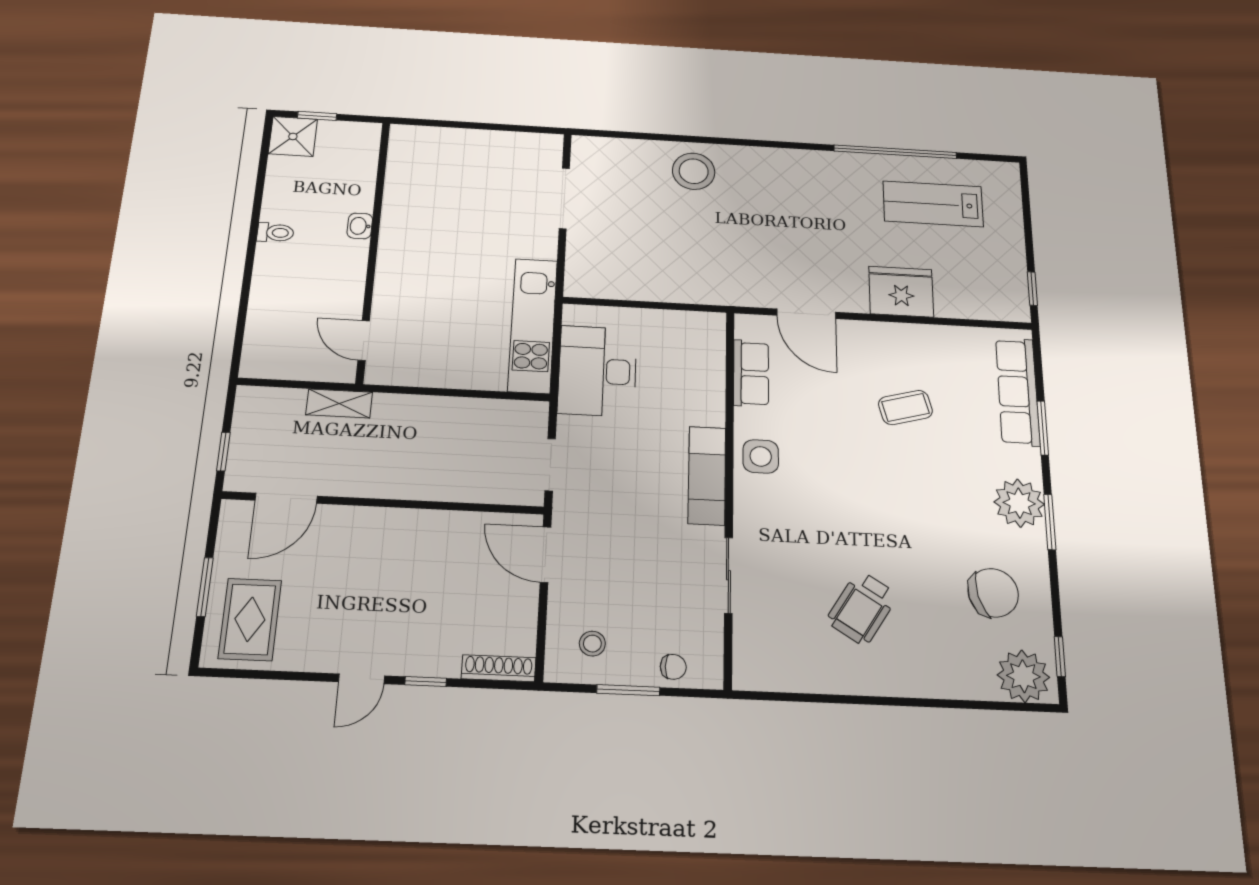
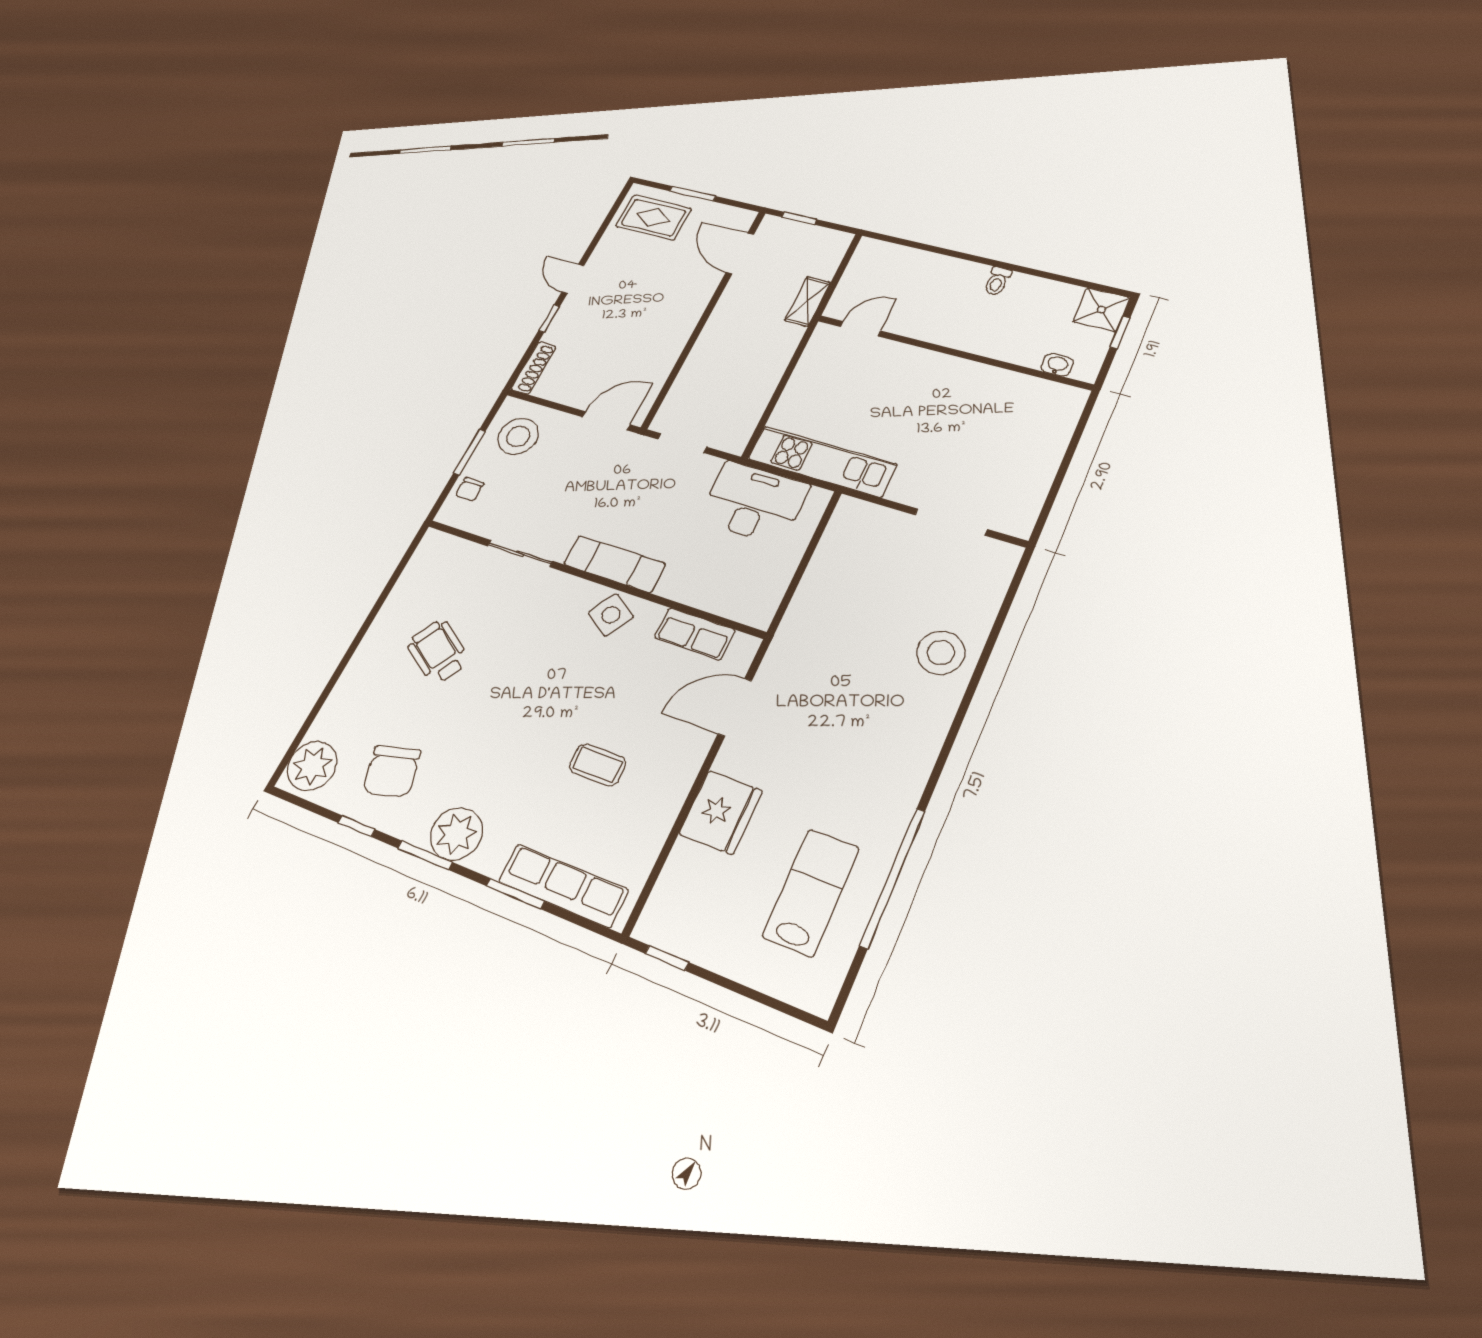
washbasin: (360, 226) -> (1057, 365), moved
coffee table: (905, 407) -> (597, 765), turned -75
side table: (761, 456) -> (611, 615), turned 32
stool: (592, 644) -> (518, 436), width x1.89, depth x1.89
window: (1060, 656) -> (357, 826), moved

